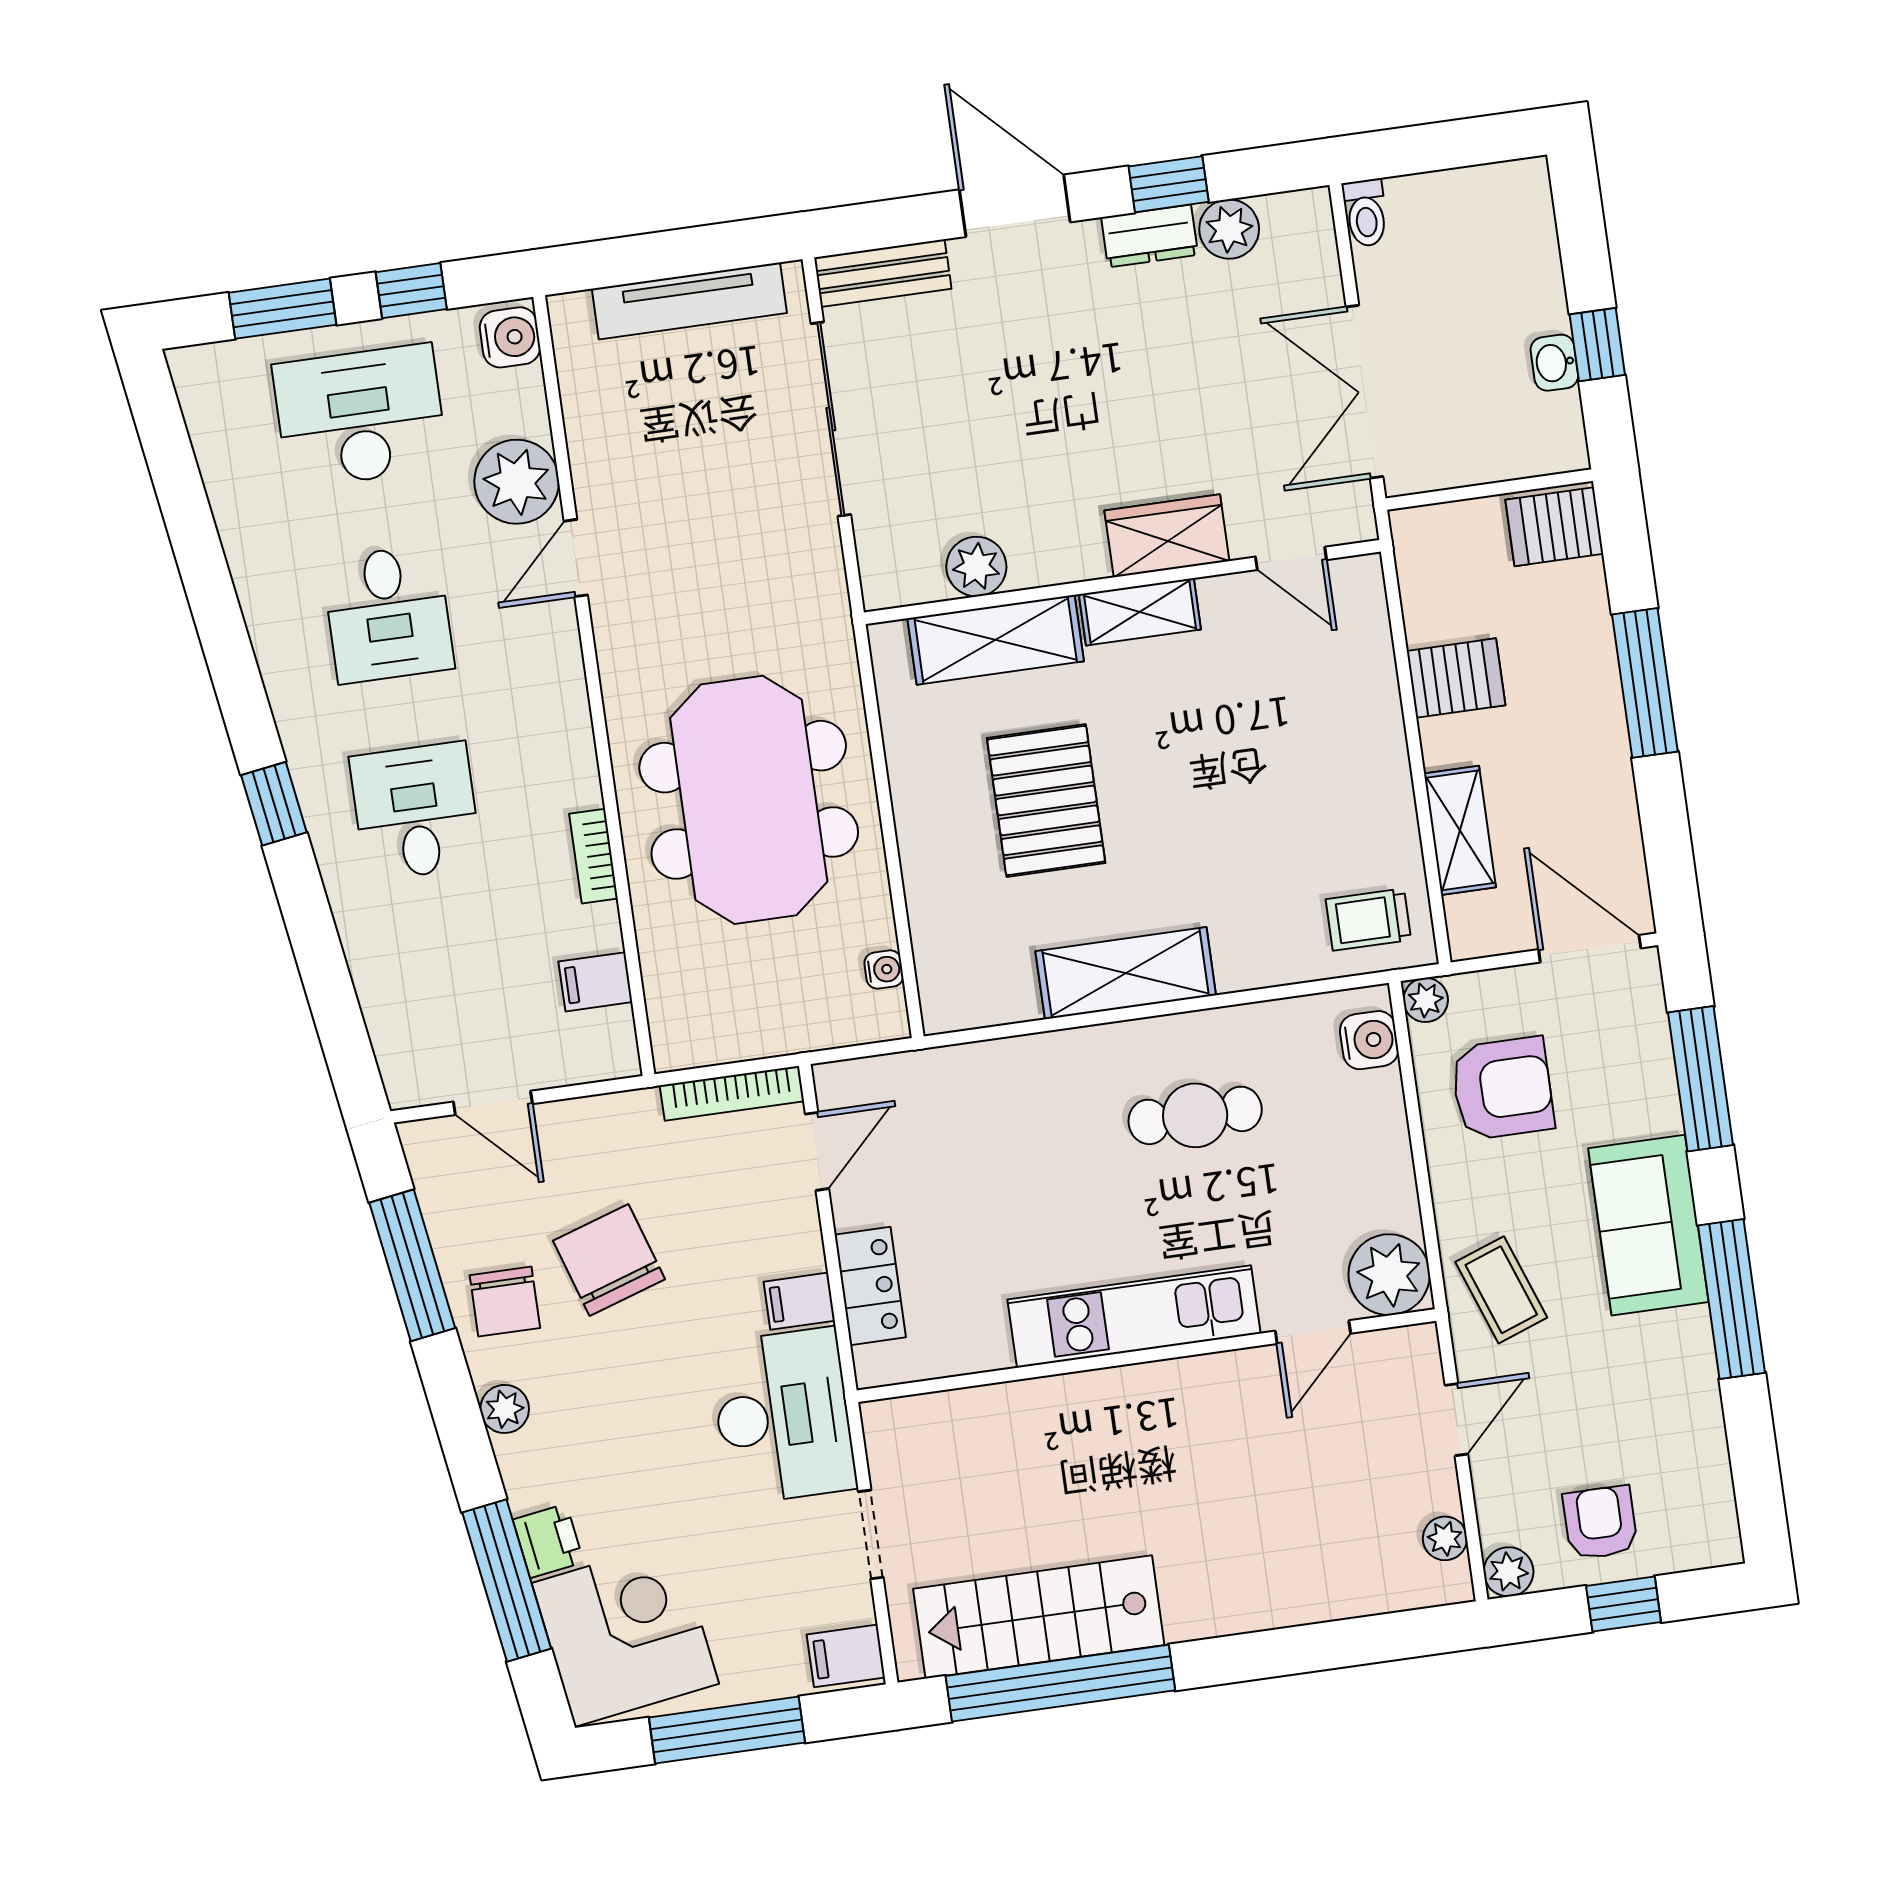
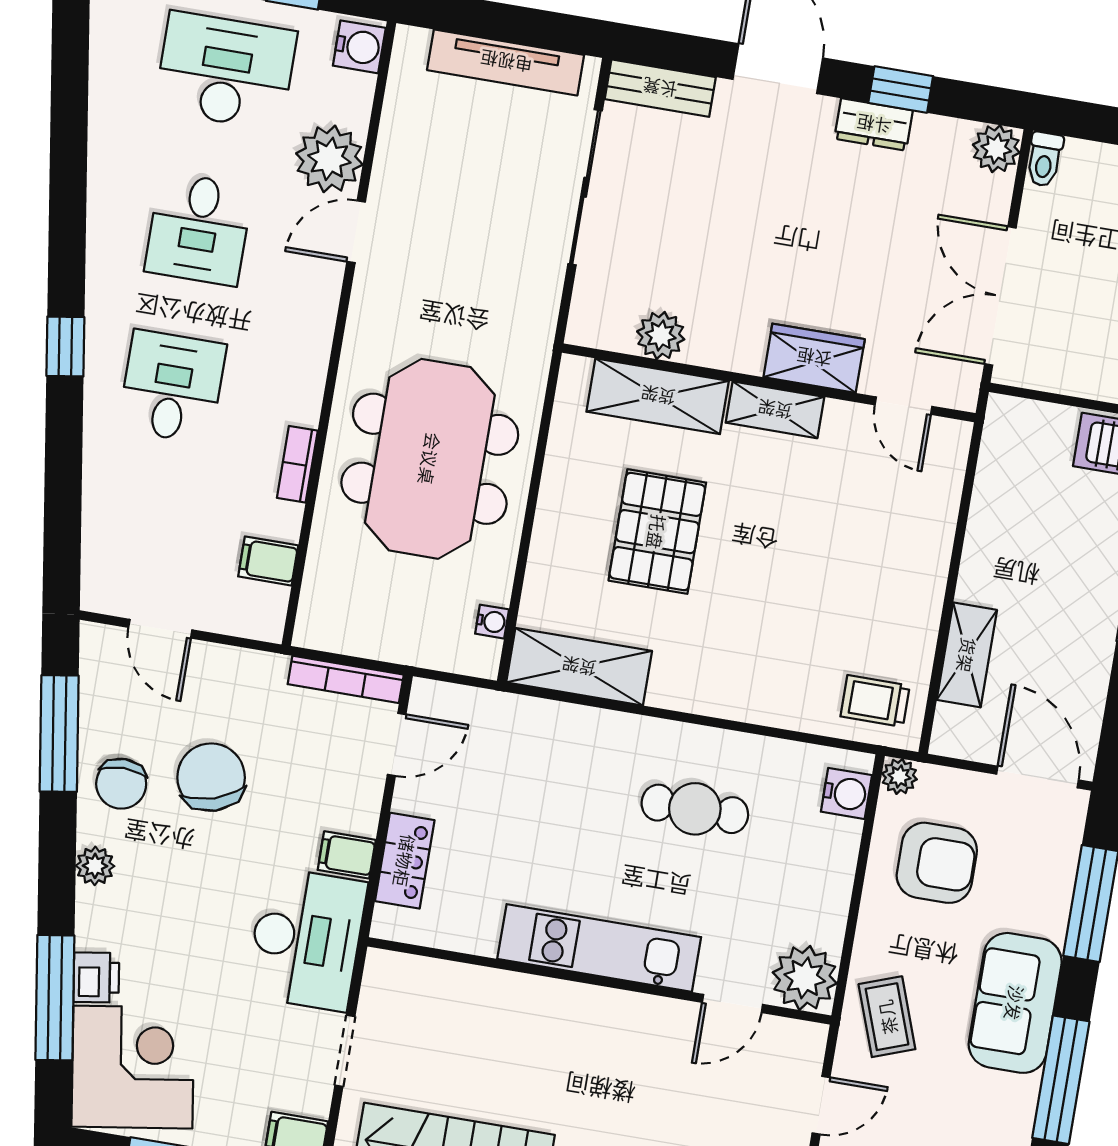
plant: (1229, 229) -> (996, 149), moved
server rack: (1456, 678) -> (1001, 537), removed
shelving: (1126, 973) -> (579, 667), moved

